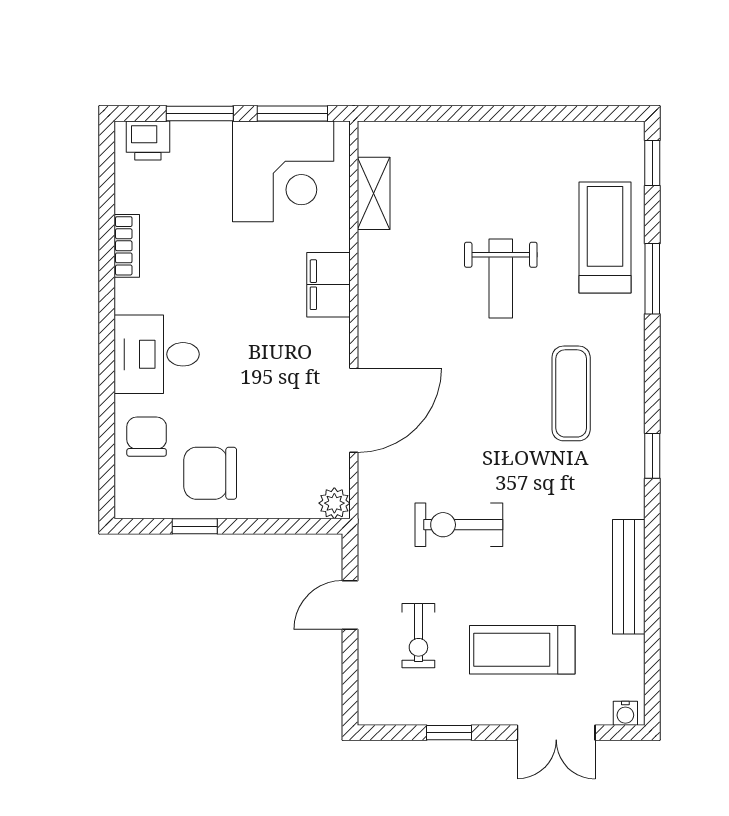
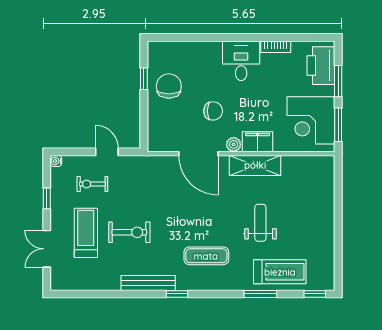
printer: (148, 141) -> (321, 66), width x1.87, depth x1.48
shelving: (374, 193) -> (255, 165), moved, width x1.50, depth x1.33
weight bench: (501, 279) -> (260, 223), turned 90
desk: (157, 354) -> (241, 61), moved
chair: (147, 437) -> (213, 111), moved
plant: (334, 503) -> (234, 144), moved
exercise bike: (459, 525) -> (129, 232), moved, turned 90
bench: (629, 577) -> (148, 283), moved
water cooler: (625, 713) -> (56, 161), moved

